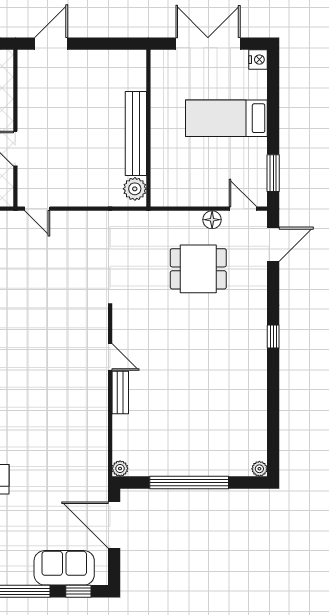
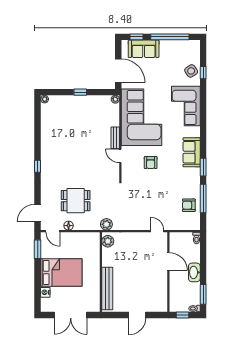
door: (51, 44) -> (137, 315), moved
nightstand: (258, 60) -> (45, 292), moved
bed: (226, 118) -> (61, 272), width x1.50
bench: (136, 134) -> (107, 289), moved
plant: (137, 222) -> (106, 224), added
armchair: (50, 344) -> (151, 163), added
corner sofa: (68, 433) -> (142, 117), added
window: (189, 482) -> (80, 92), width x0.32

